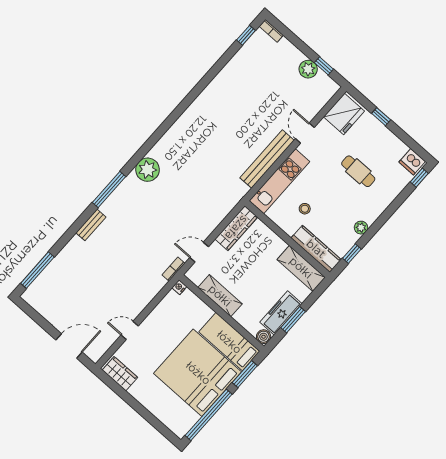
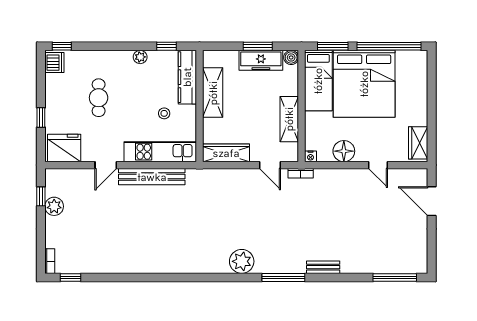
shelving: (301, 268) -> (213, 93), moved
floor lamp: (162, 315) -> (344, 151), added

